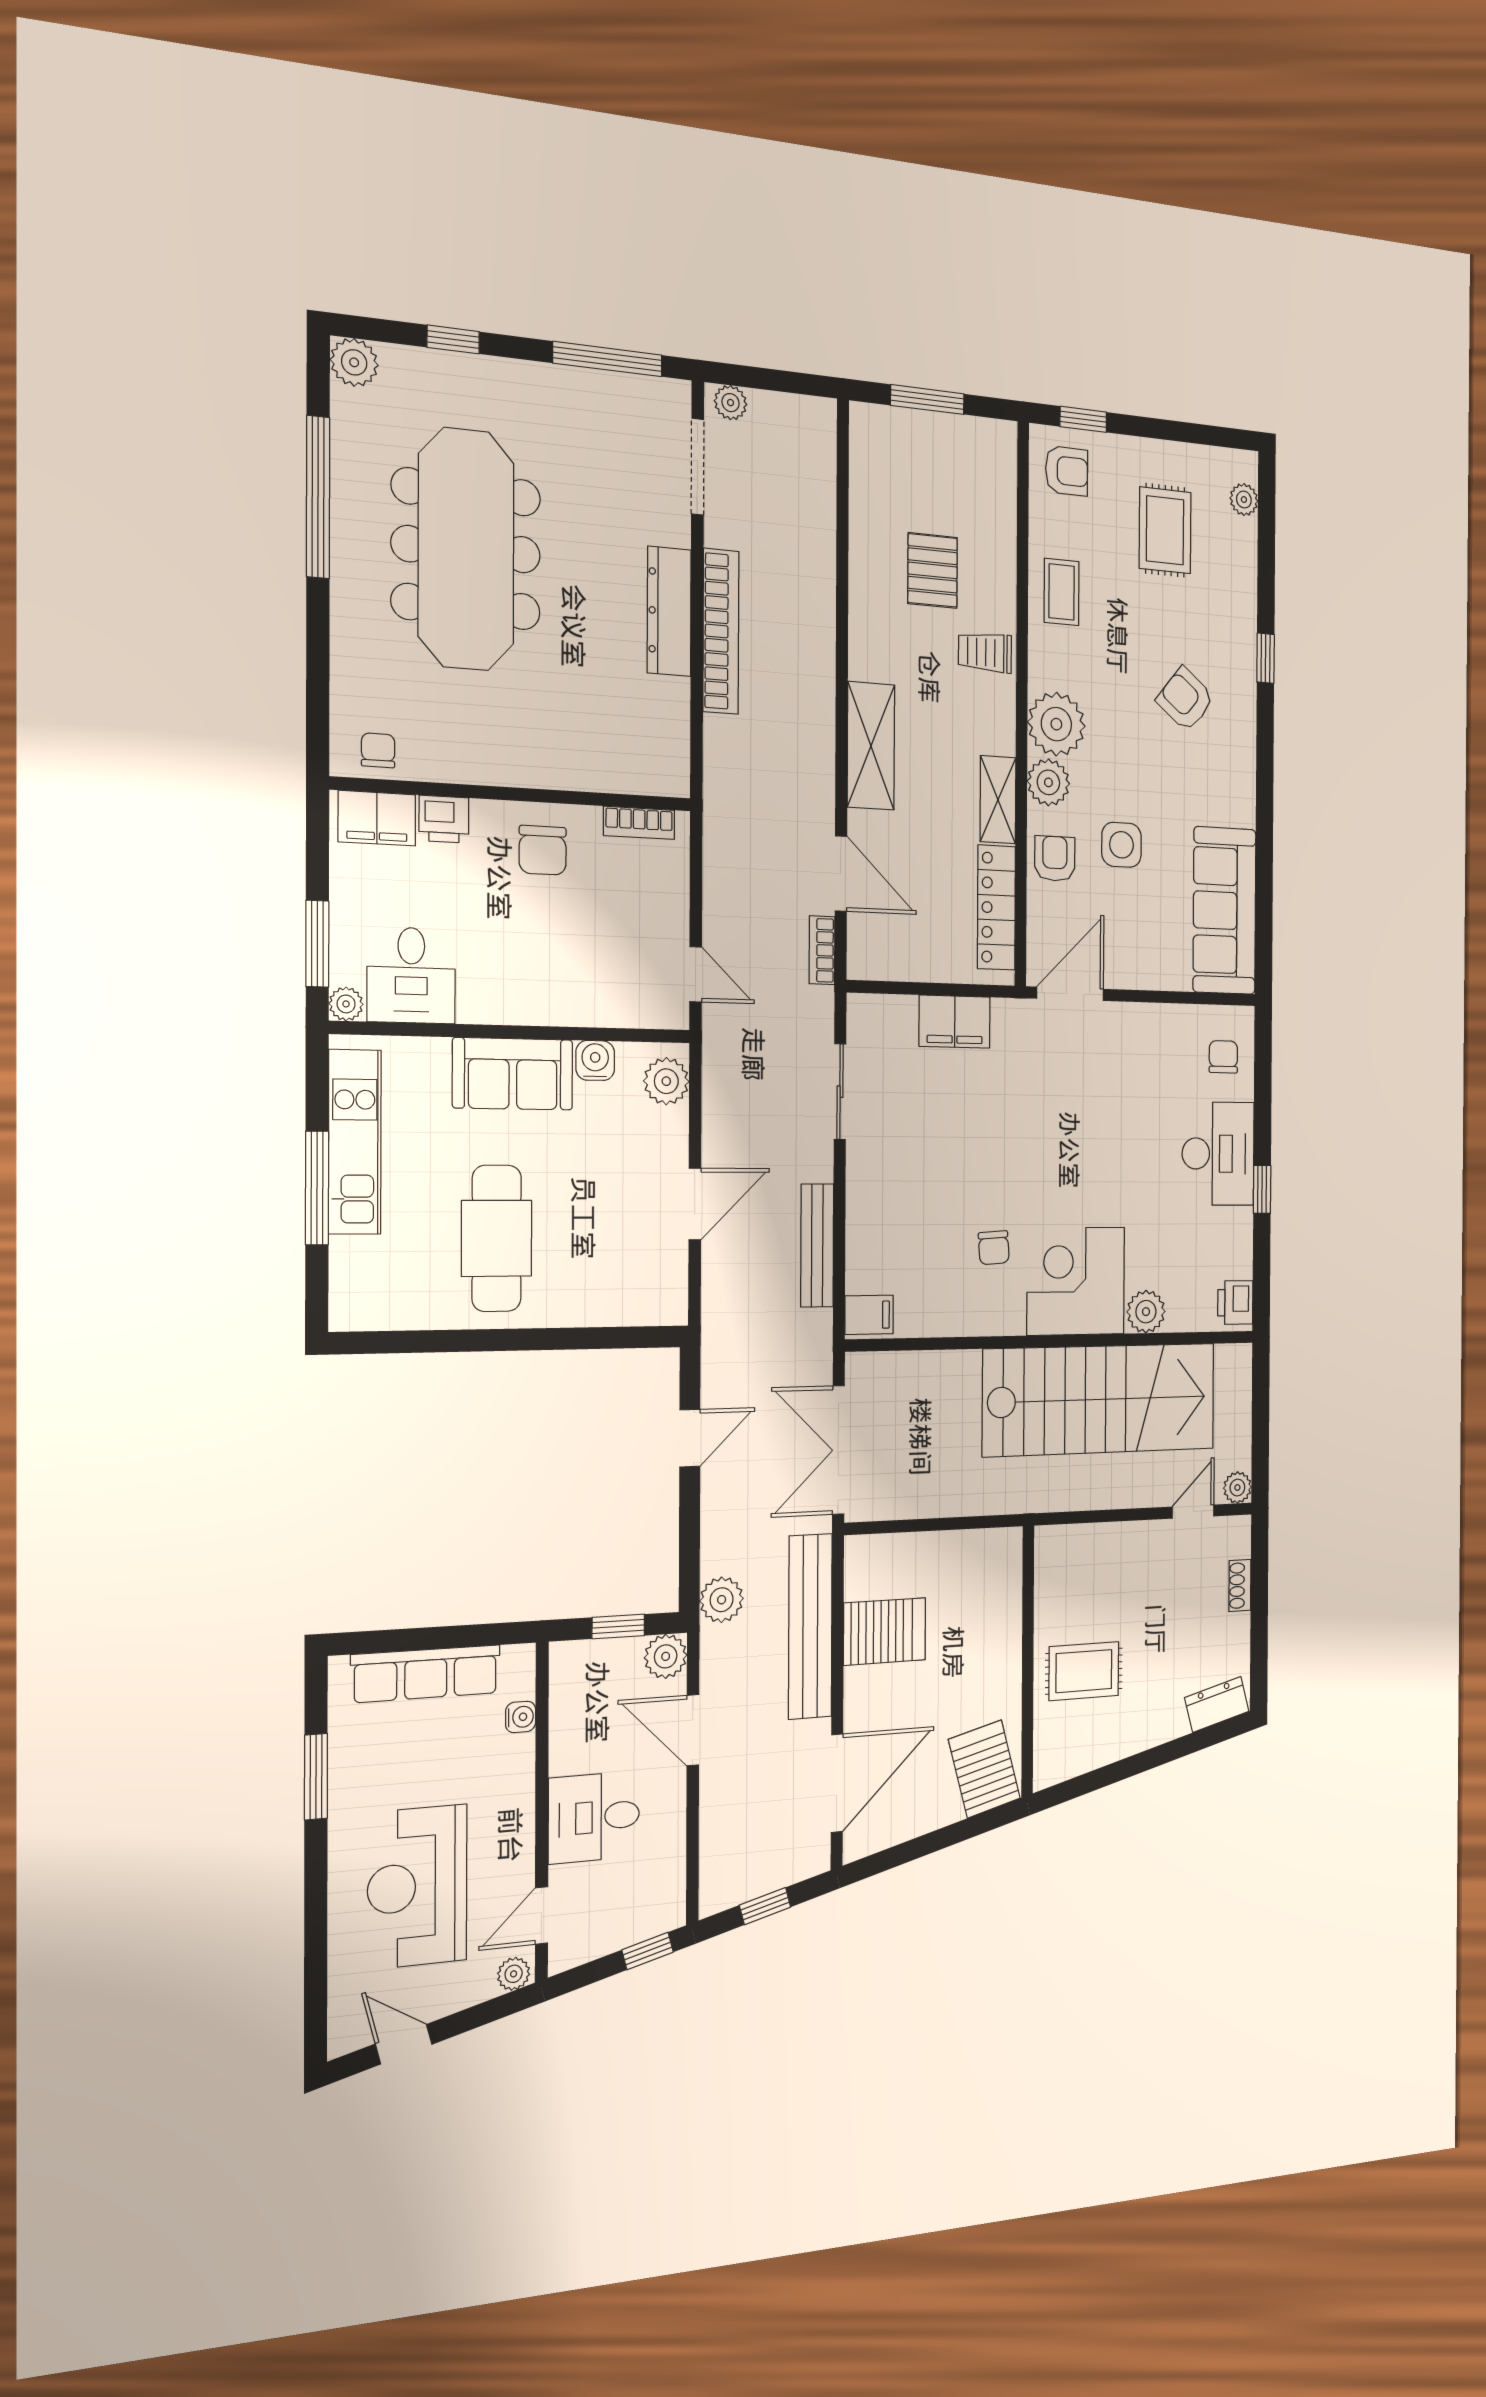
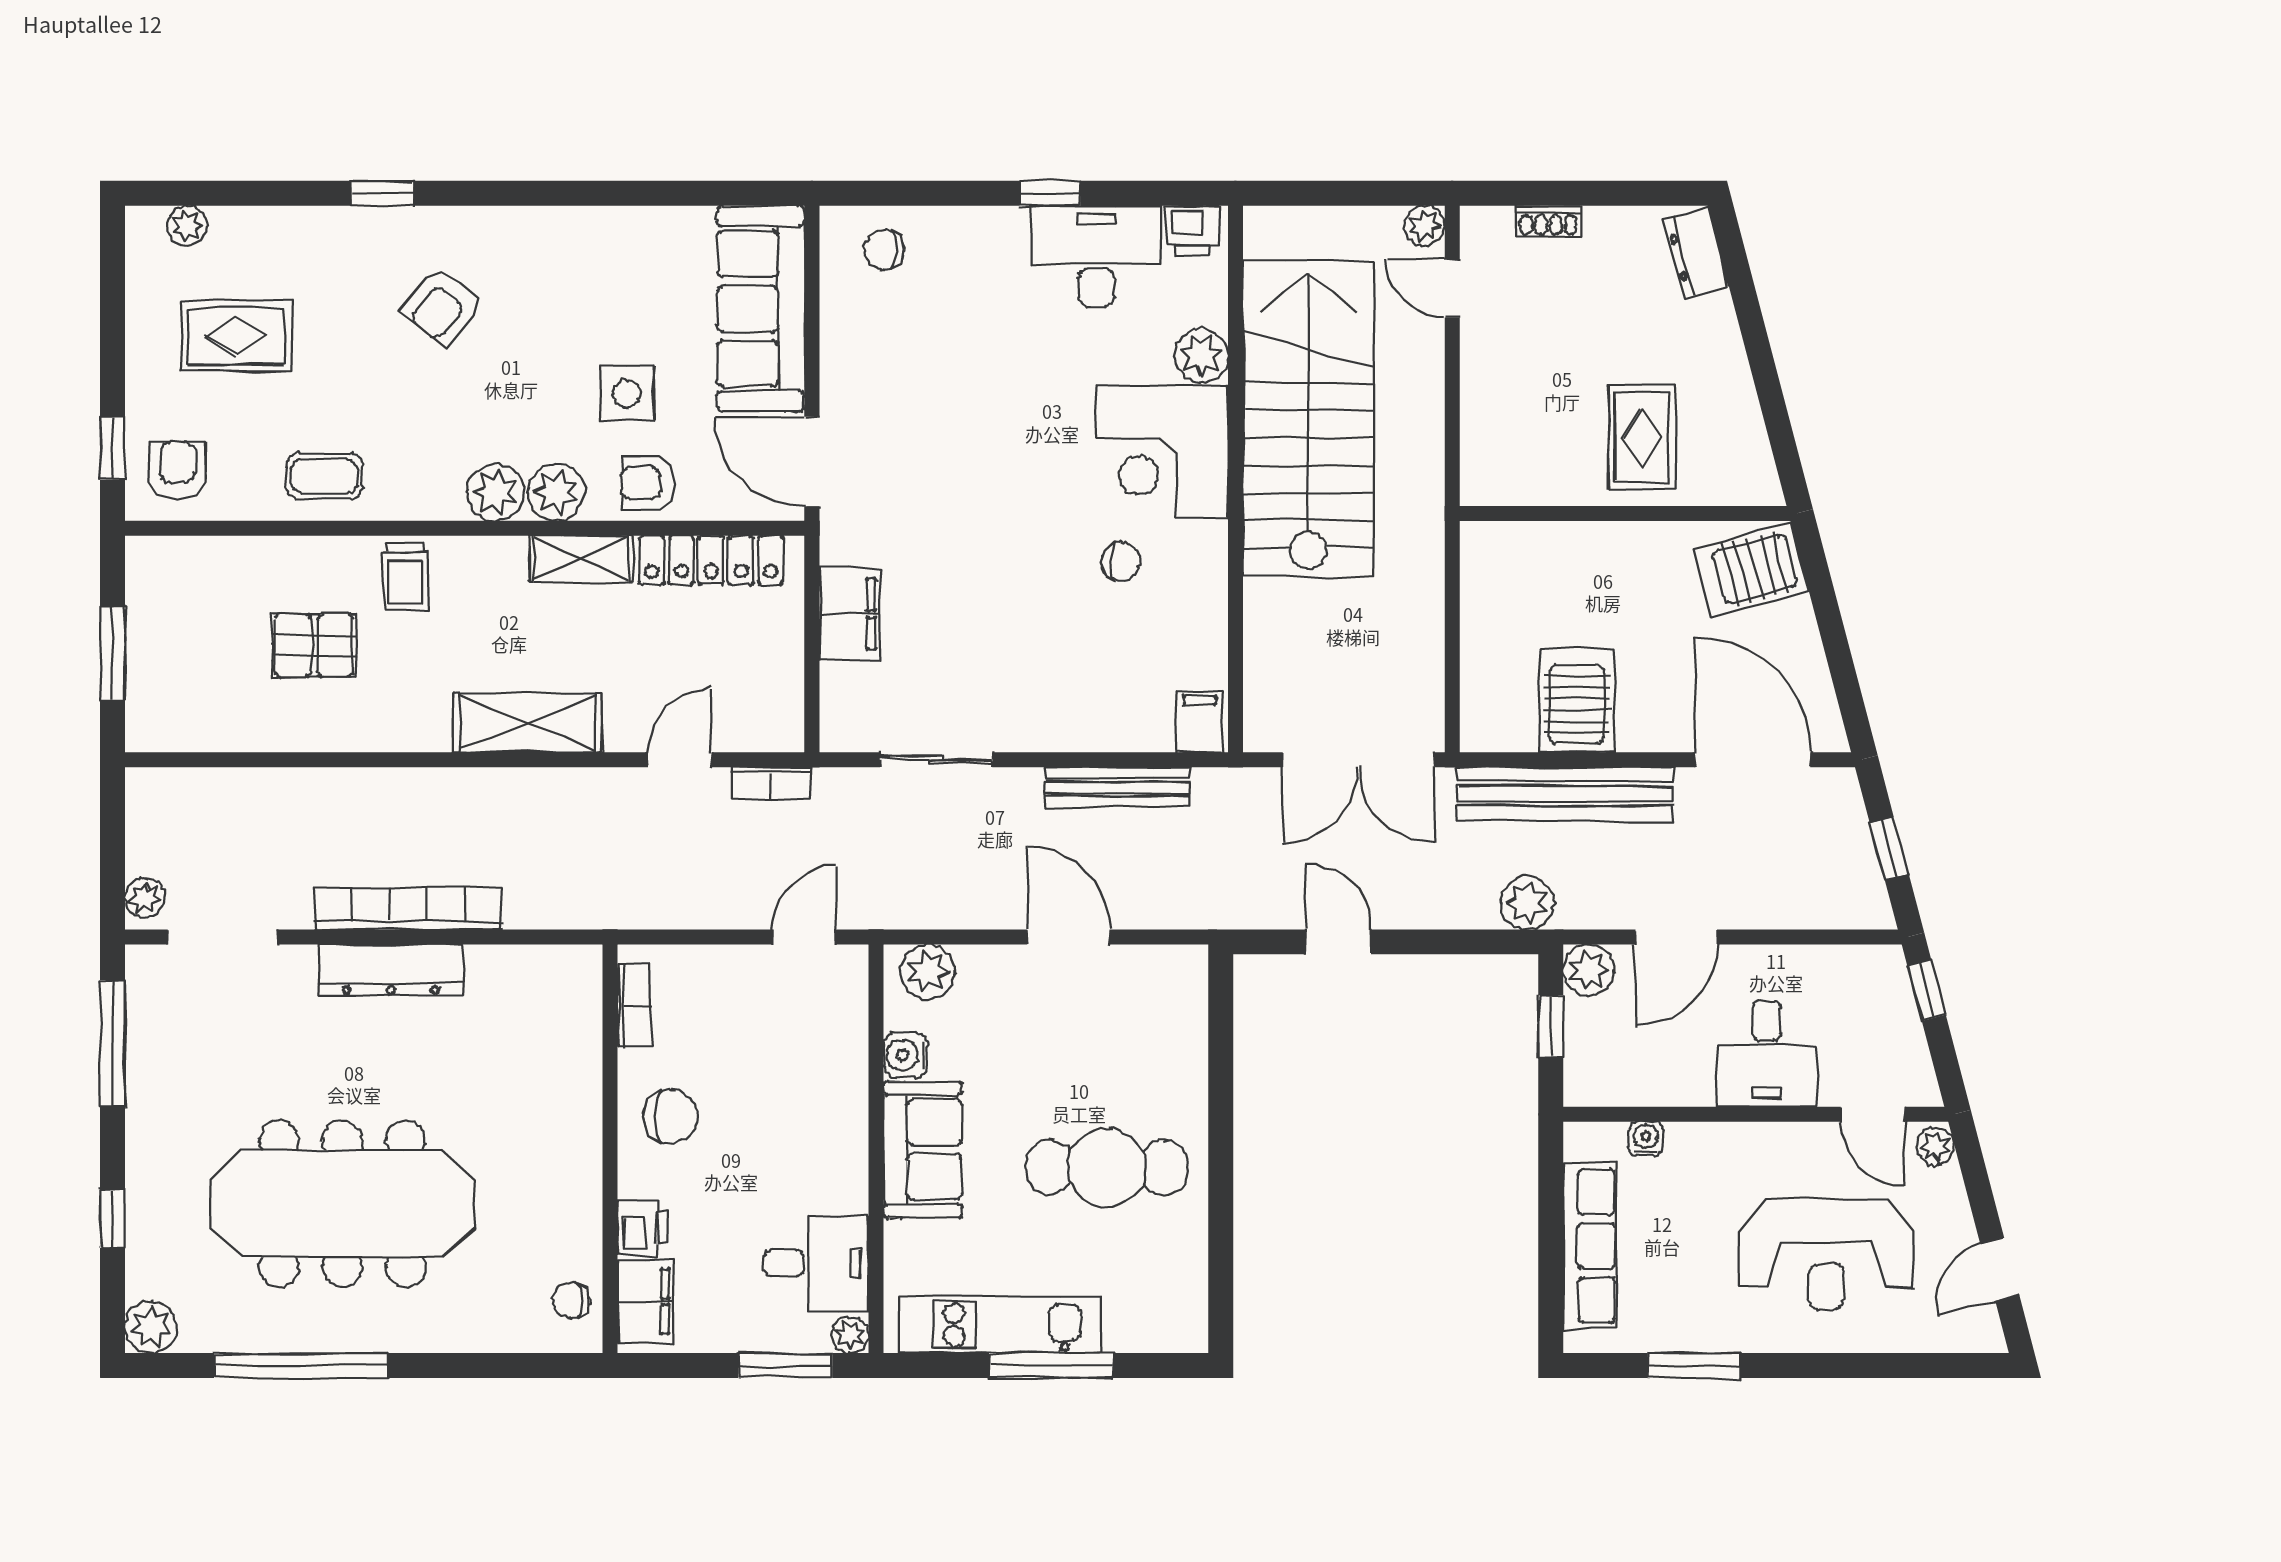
plant: (1056, 724) -> (496, 492), width x0.73, depth x0.73
door: (841, 874) -> (680, 760), width x0.73
sofa: (1224, 911) -> (761, 309), moved, turned 90
desk: (1218, 1154) -> (1096, 256), moved

